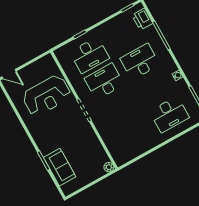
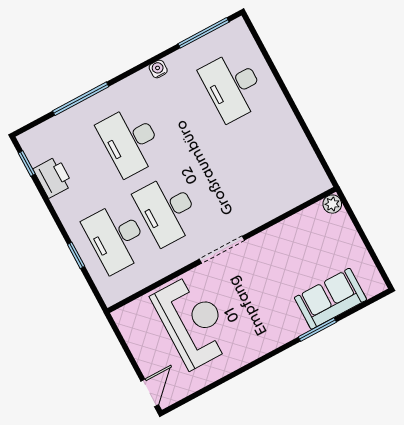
printer: (142, 19) -> (53, 177), moved, turned -90
desk: (89, 55) -> (116, 238), turned 180
desk: (169, 114) -> (233, 86), turned 180

